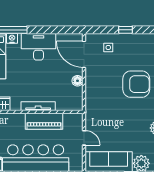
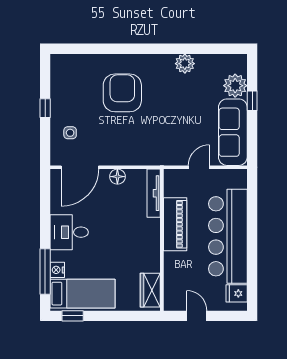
desk: (38, 47) -> (69, 232), width x0.73
tv unit: (38, 106) -> (154, 193), moved

